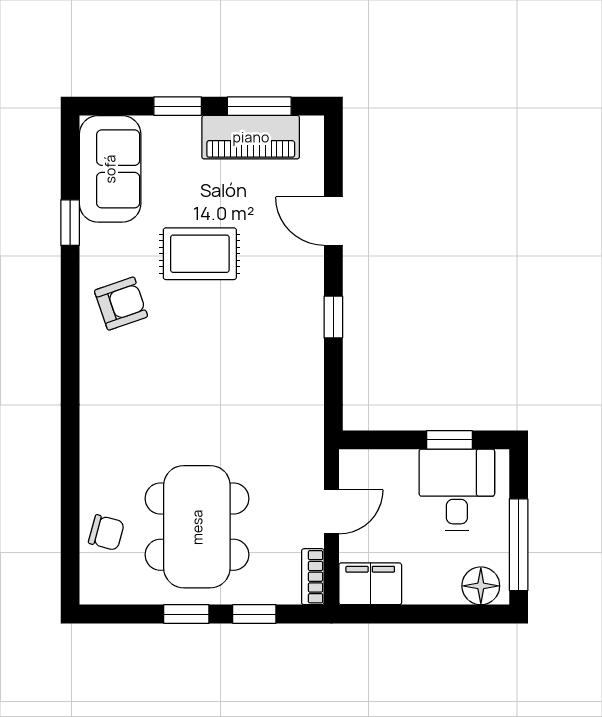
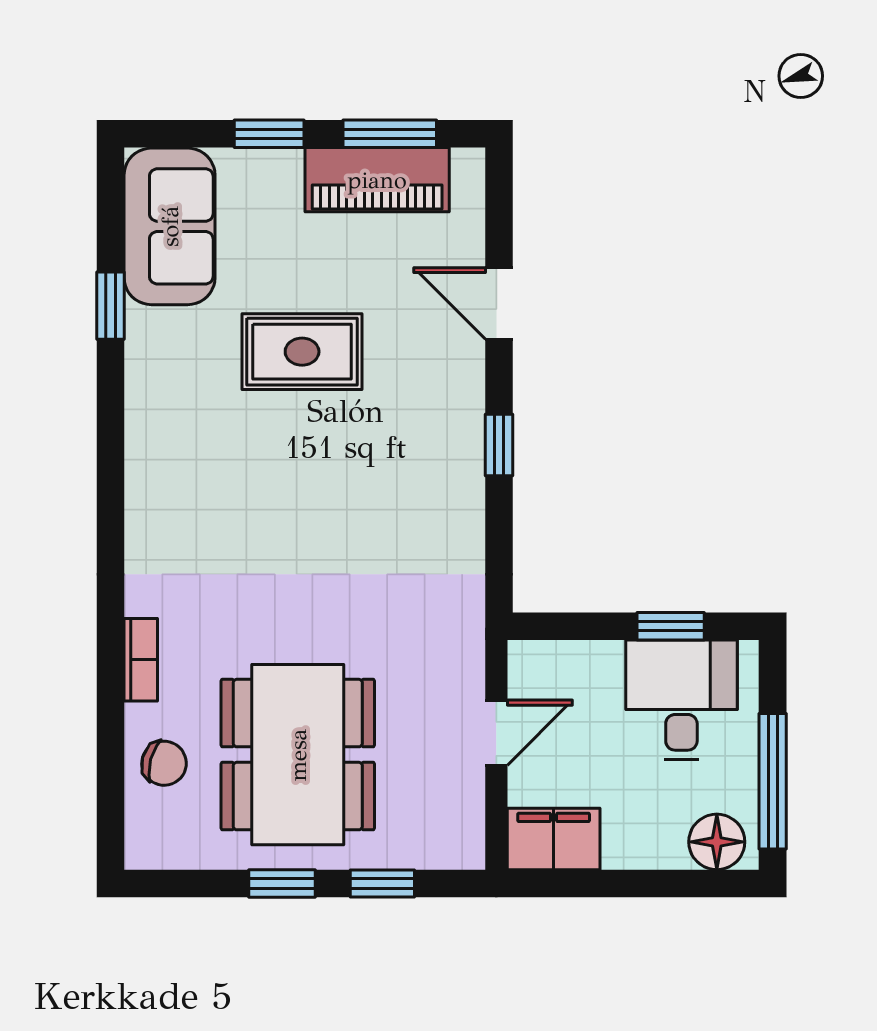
armchair: (121, 304) -> (186, 425), removed
bookcase: (313, 577) -> (141, 660), moved, turned 180

